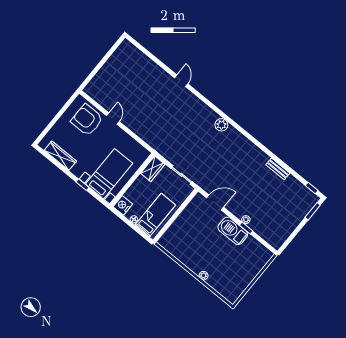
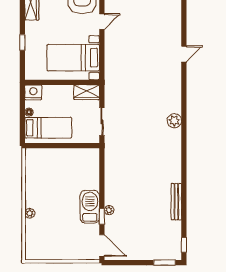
bench: (278, 169) -> (176, 202), width x1.36
bed with nightstands: (109, 174) -> (73, 58), moved, turned 180
door: (215, 203) -> (102, 245), moved

